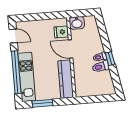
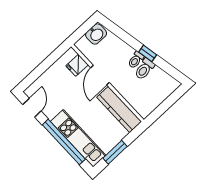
washbasin: (77, 23) -> (96, 34), moved
door: (13, 36) -> (32, 108), hinge flipped
door: (71, 49) -> (100, 75), hinge flipped

